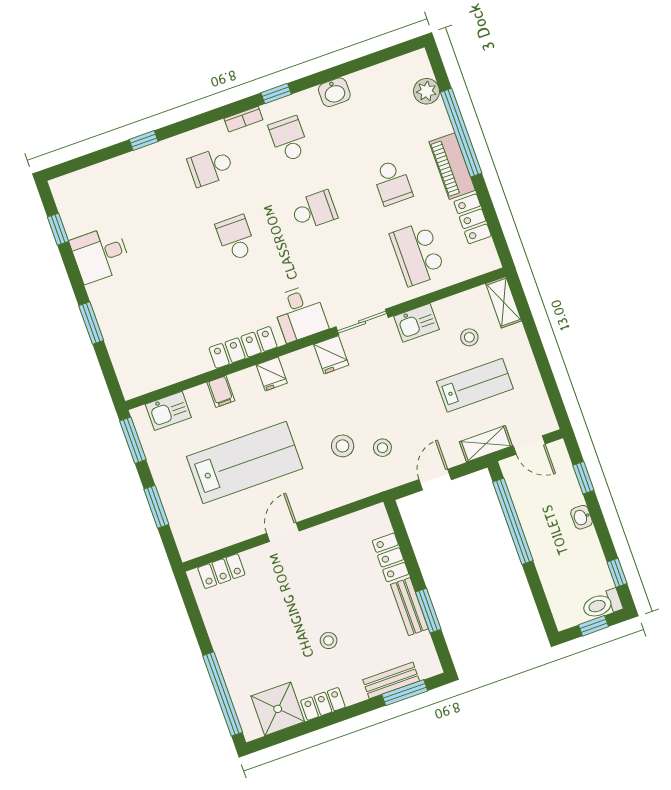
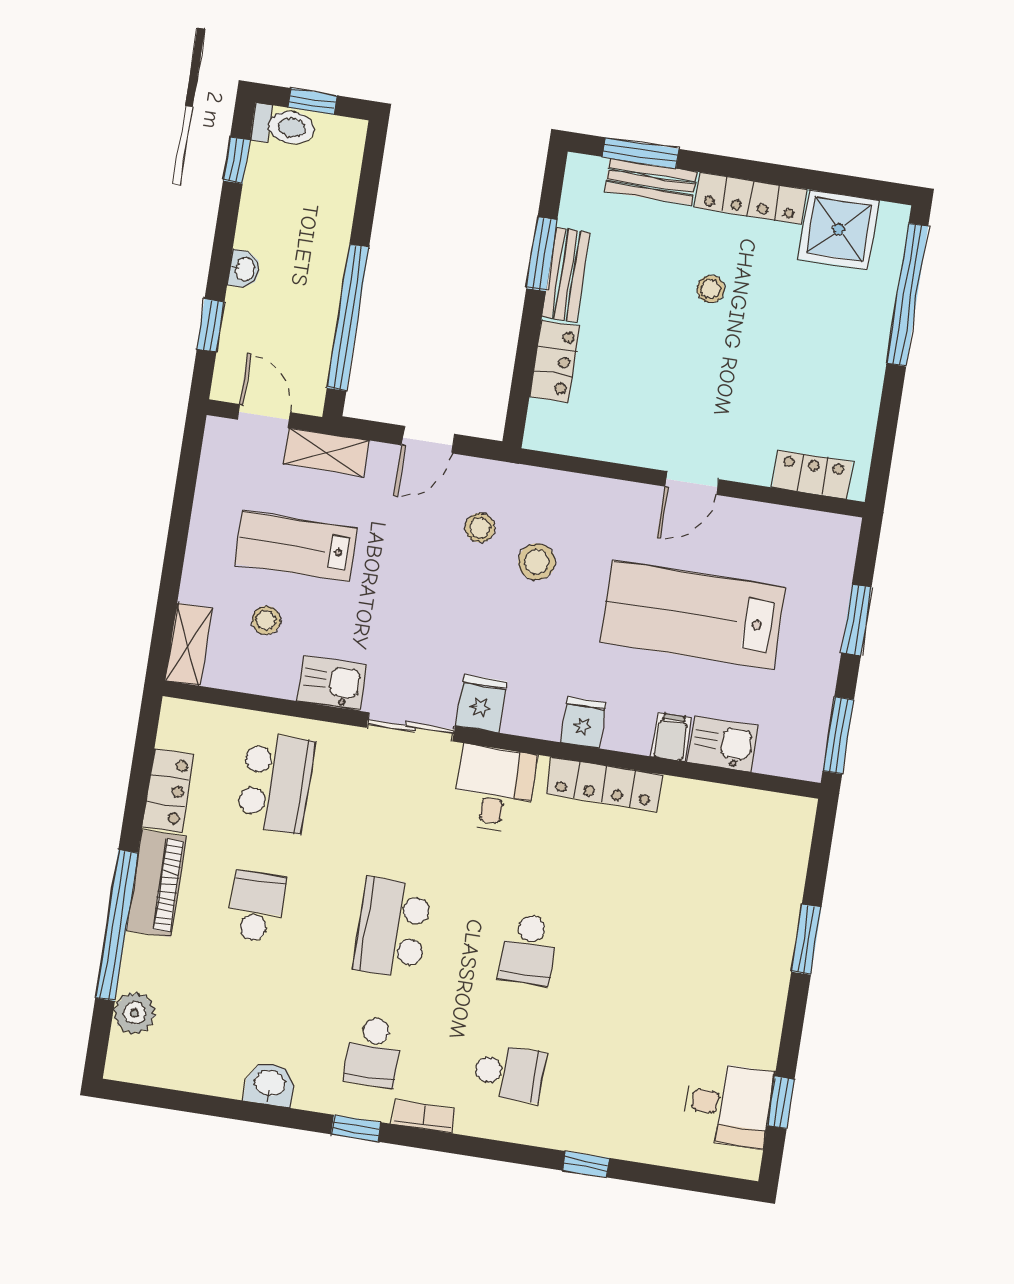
school desk: (314, 210) -> (392, 928), width x1.85
desk: (100, 254) -> (728, 1104), moved
kitchen sink: (168, 411) -> (723, 744), moved
locker: (323, 704) -> (751, 198), width x1.53

